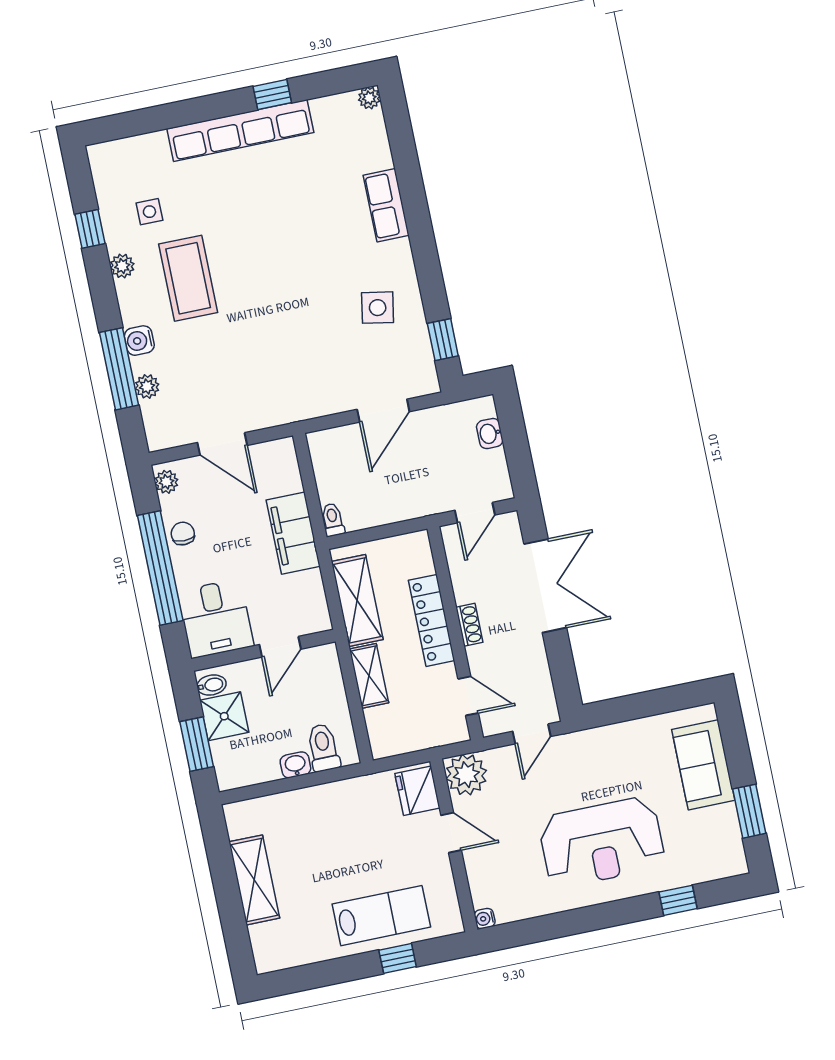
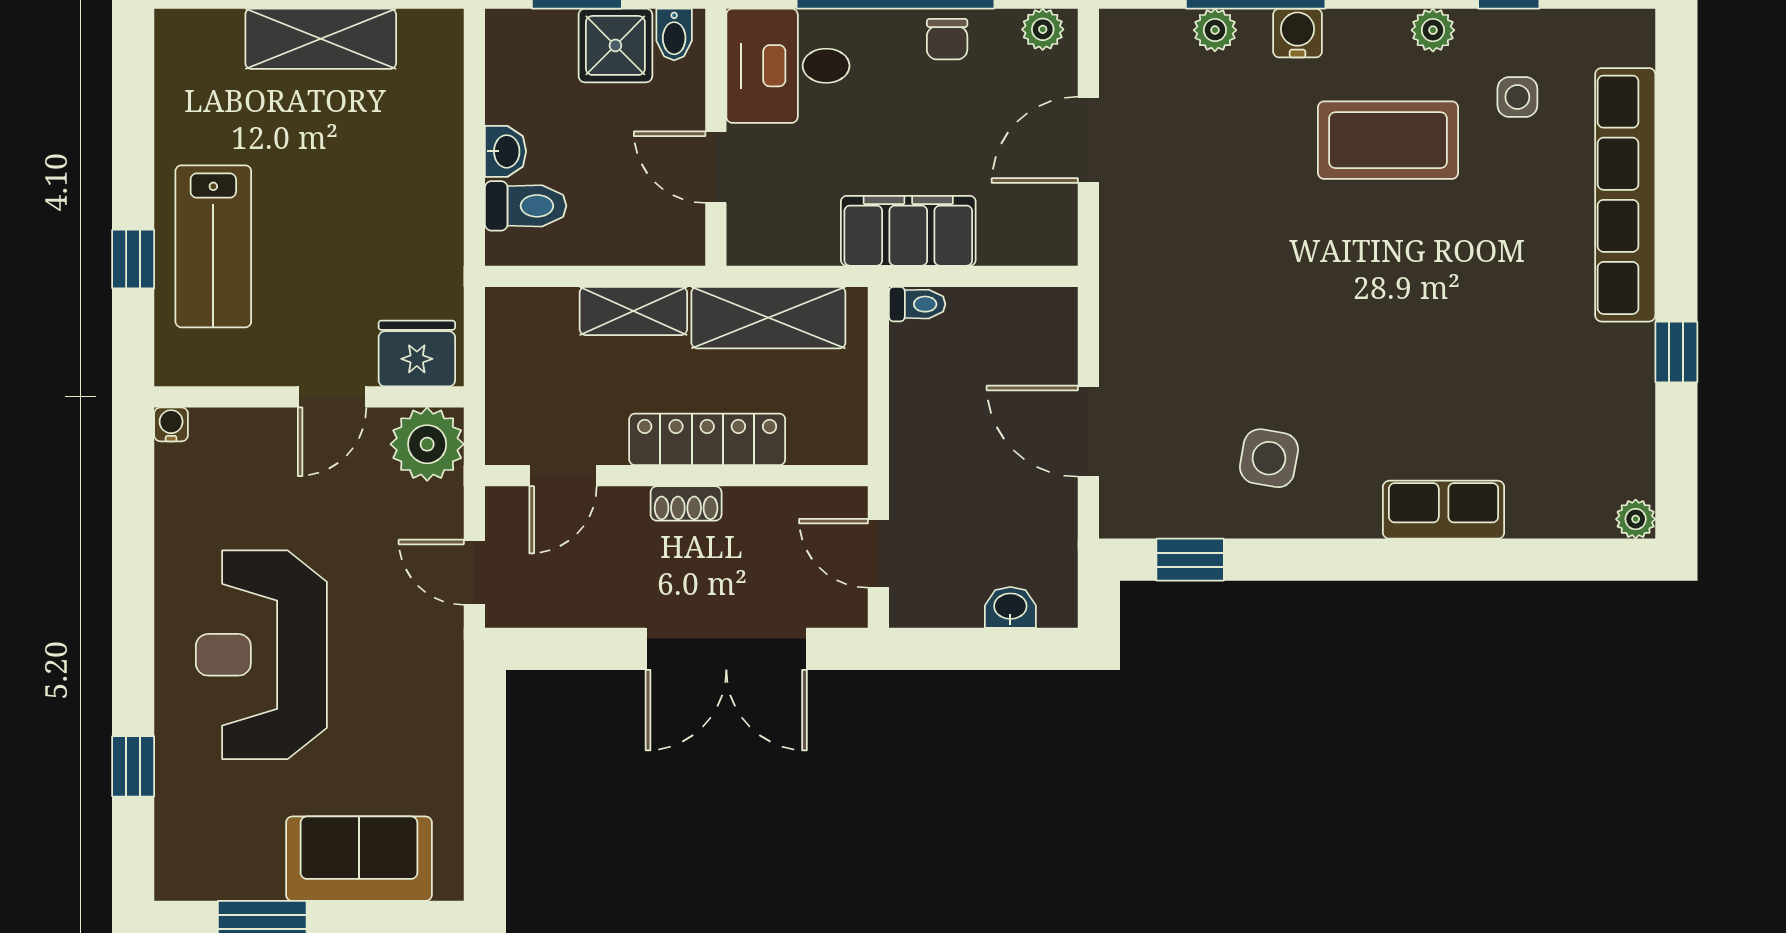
row of seats: (240, 131) -> (1625, 195), moved
chair: (183, 534) -> (947, 39), turned 90

